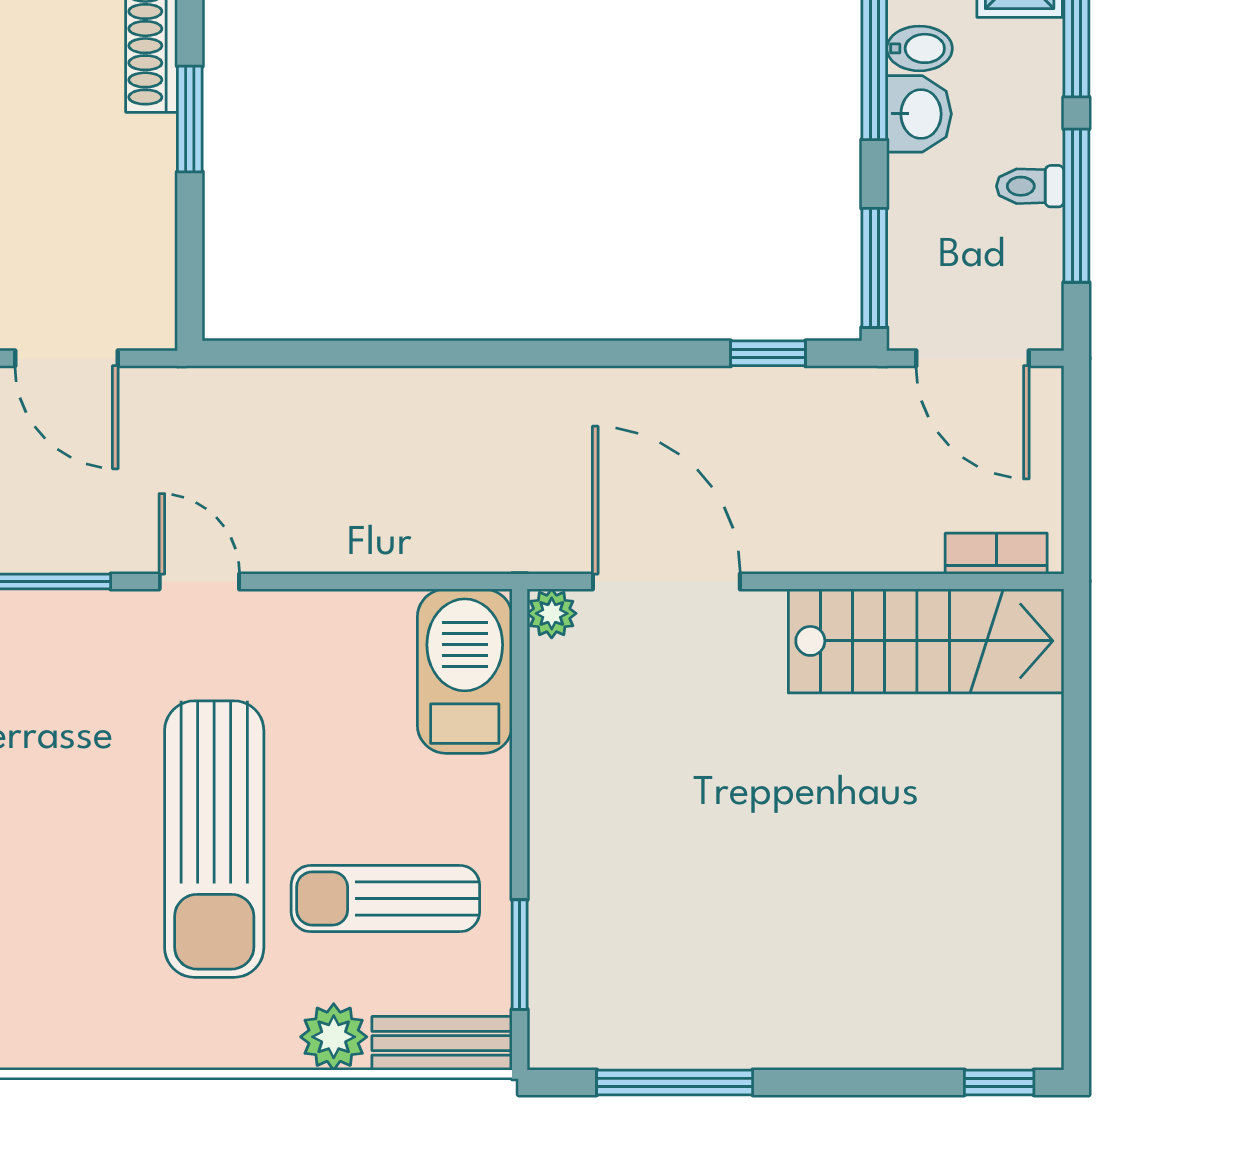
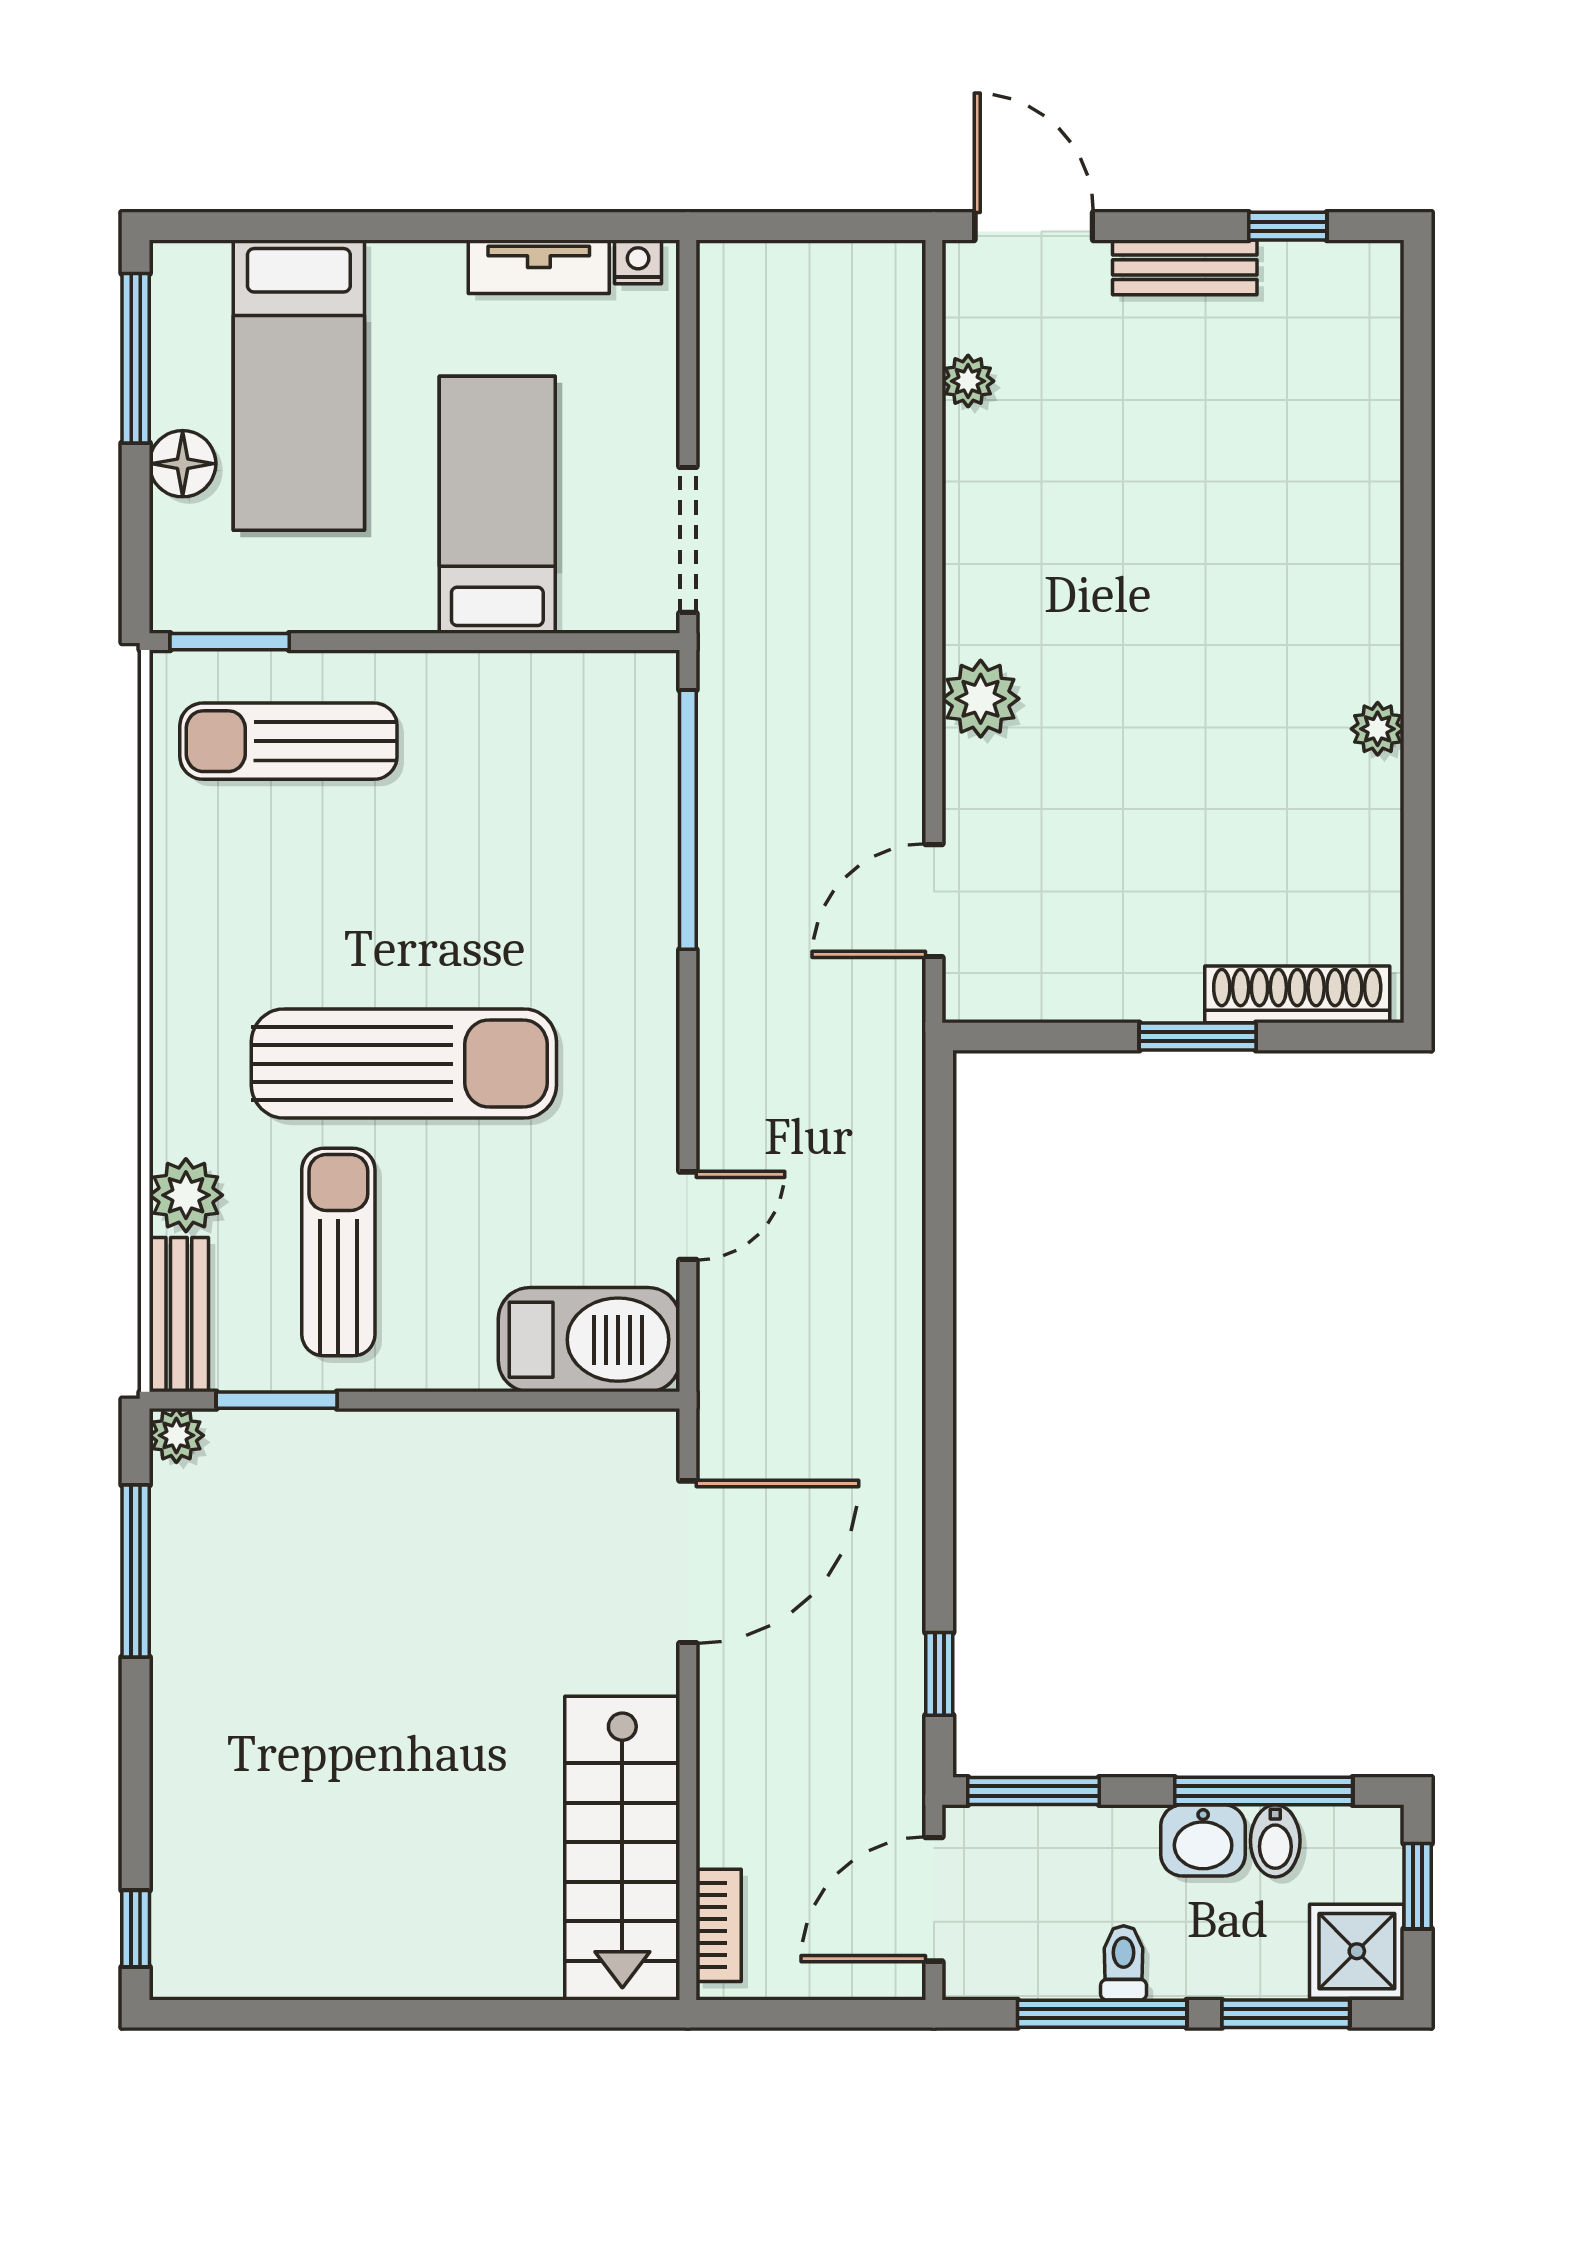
door: (199, 581) -> (688, 1216), moved
plant: (552, 613) -> (176, 1435), moved
sun lounger: (214, 839) -> (404, 1064), turned 180

